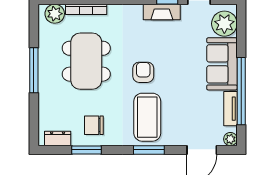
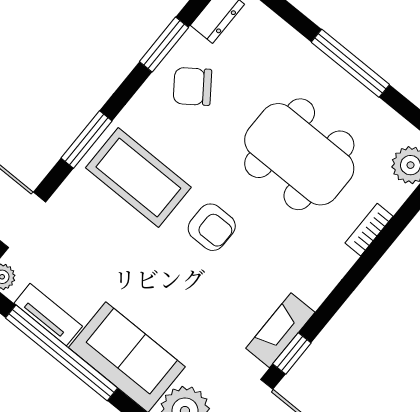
bookcase: (86, 9) -> (369, 230), width x0.64
chair: (94, 125) -> (192, 86), turned -126

